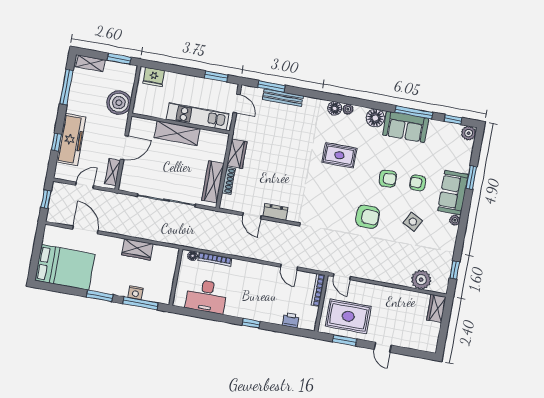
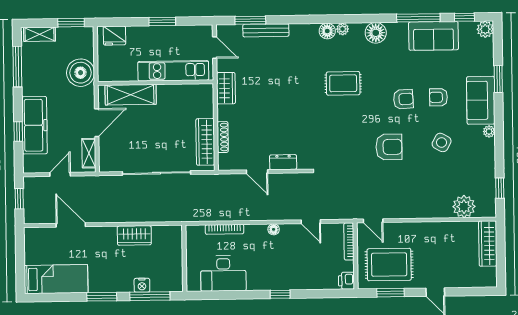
window: (216, 76) -> (162, 21), moved
sofa: (406, 127) -> (433, 36), moved
shelving: (177, 133) -> (131, 95), moved
wardrobe: (237, 154) -> (226, 88), moved
floor lamp: (193, 256) -> (274, 229), moved
bed: (65, 267) -> (56, 279), width x0.67
wardrobe: (436, 308) -> (488, 244), width x1.50
printer: (291, 320) -> (346, 281), moved, turned -90

